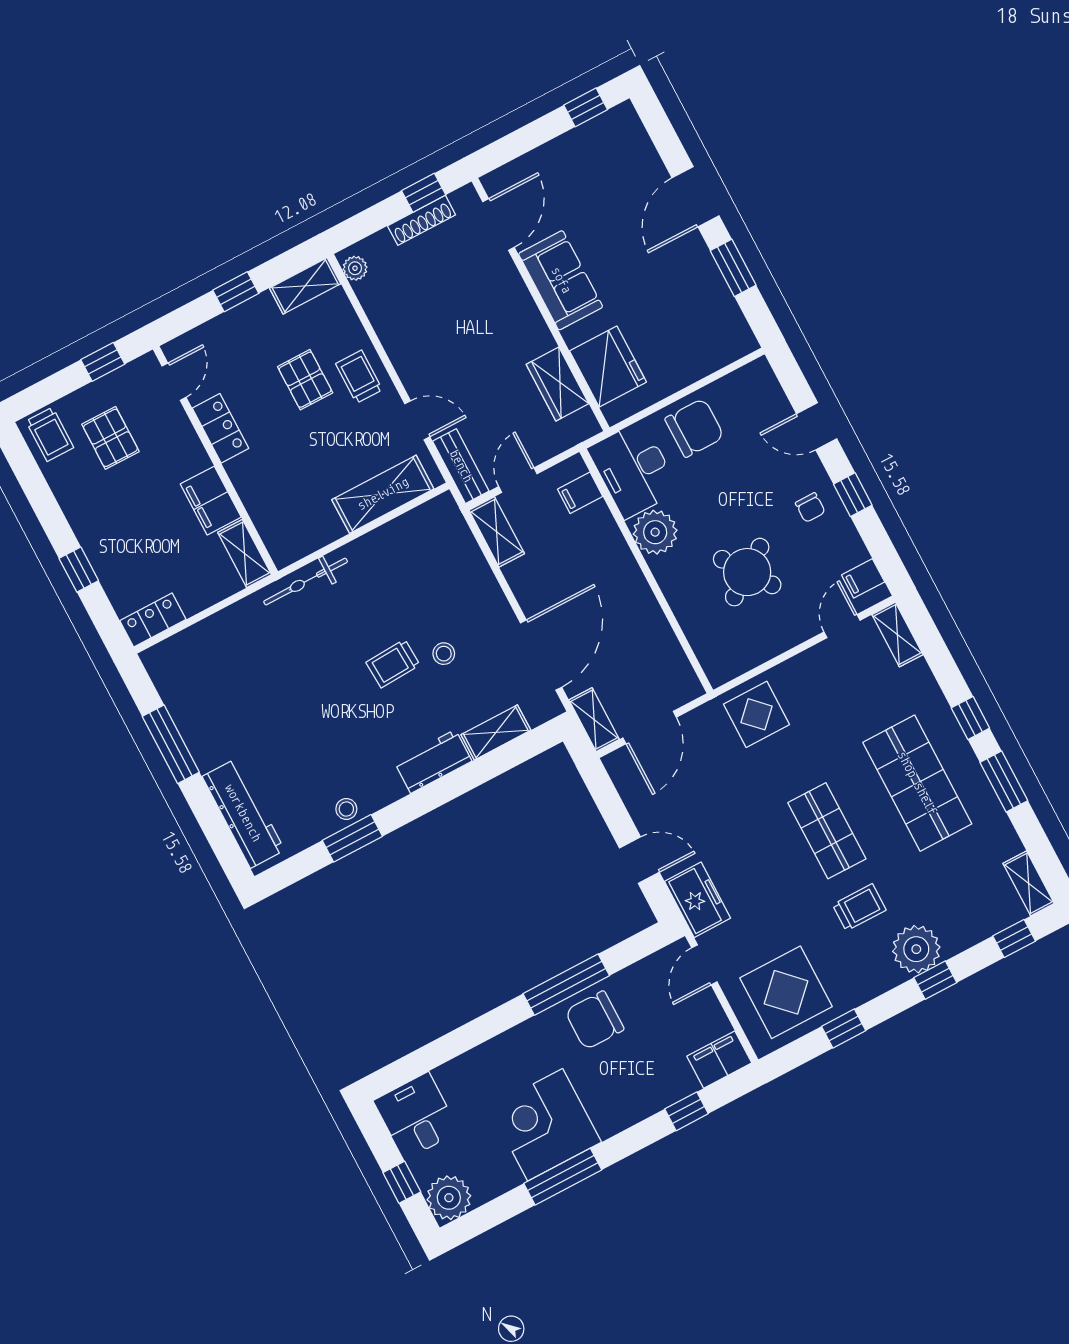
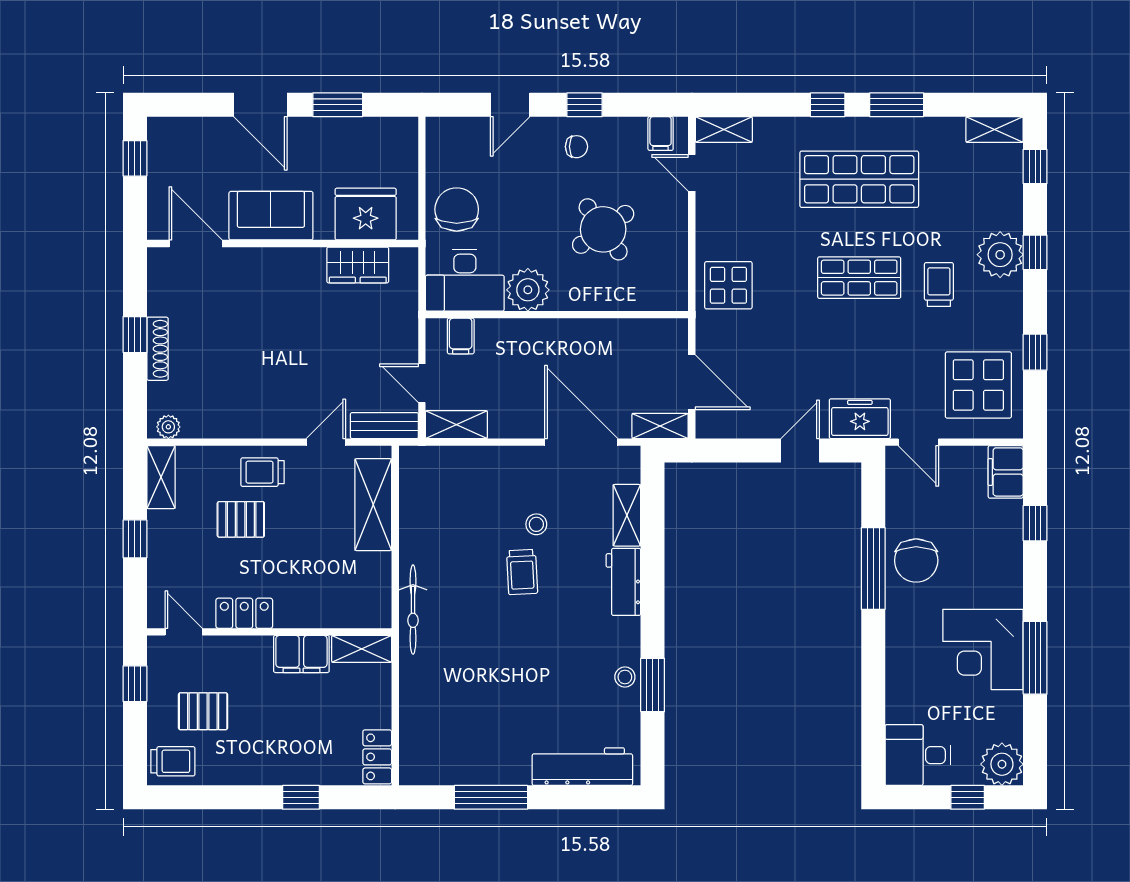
door: (499, 225) -> (196, 243), moved
sofa: (561, 280) -> (271, 216), moved
wall: (541, 304) -> (283, 243), moved
fridge: (608, 367) -> (366, 214), moved
wardrobe: (557, 384) -> (358, 265), moved

